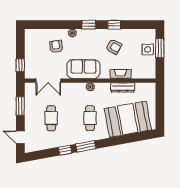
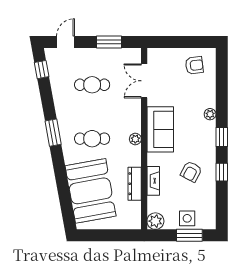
armchair: (56, 47) -> (194, 65), moved
window: (20, 65) -> (166, 42), removed
plant: (150, 72) -> (155, 221), added
window: (65, 150) -> (42, 70), moved

